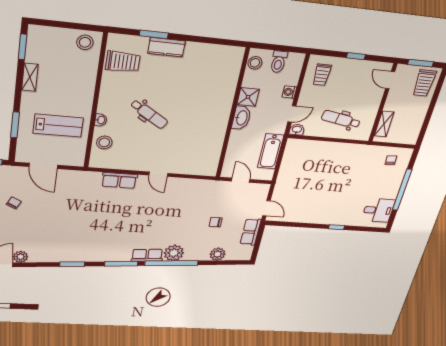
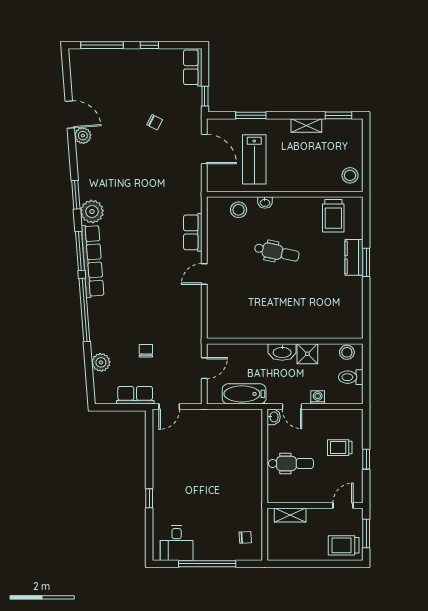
window: (154, 34) -> (366, 262), moved
trolley: (322, 75) -> (340, 448), moved
dental chair: (149, 114) -> (277, 252), turned -110
dental chair: (341, 119) -> (291, 463), turned 80
door: (43, 166) -> (204, 149), swing flipped
plant: (174, 253) -> (92, 212), moved
row of seats: (147, 255) -> (93, 261), width x2.02

